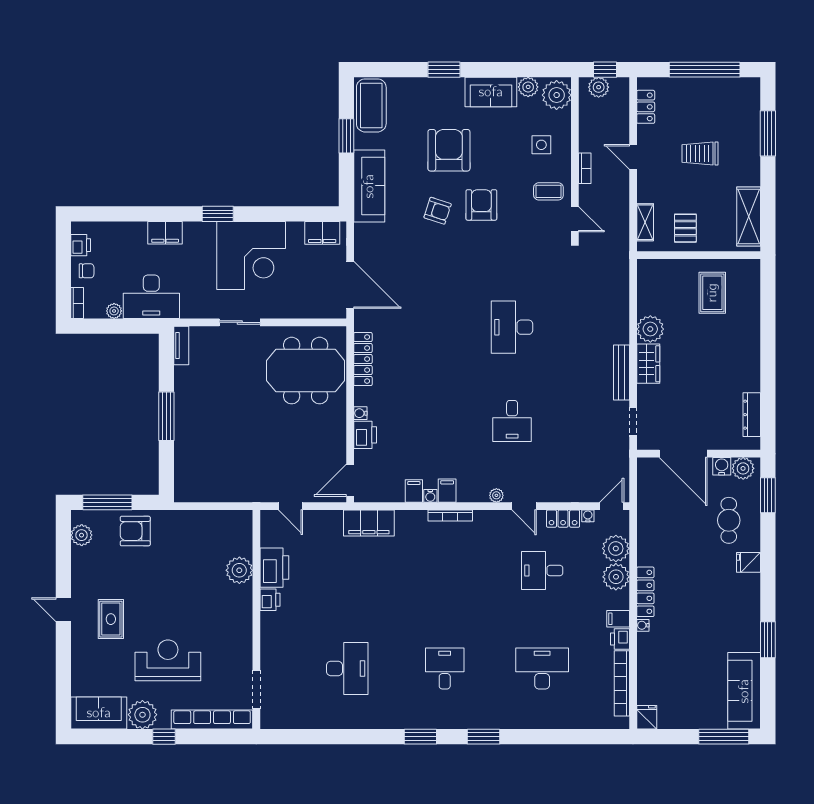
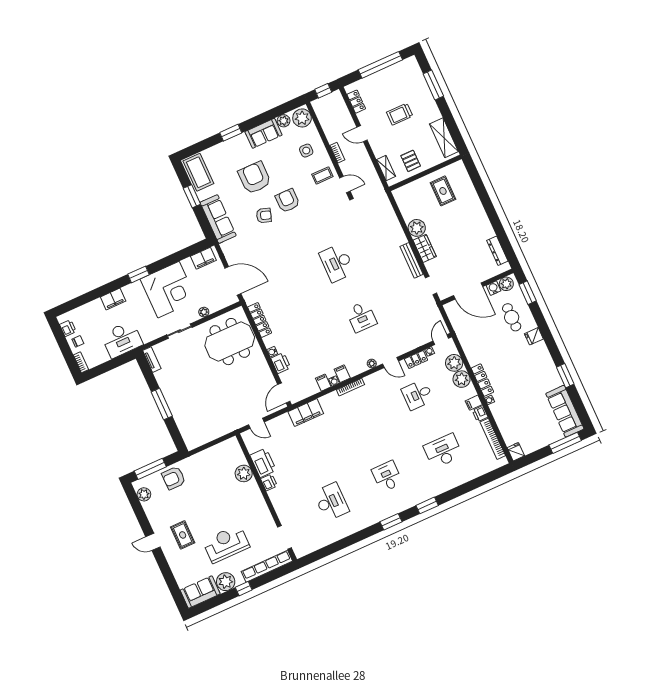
plant: (599, 87) -> (324, 103), removed
plant: (114, 311) -> (204, 312), moved

